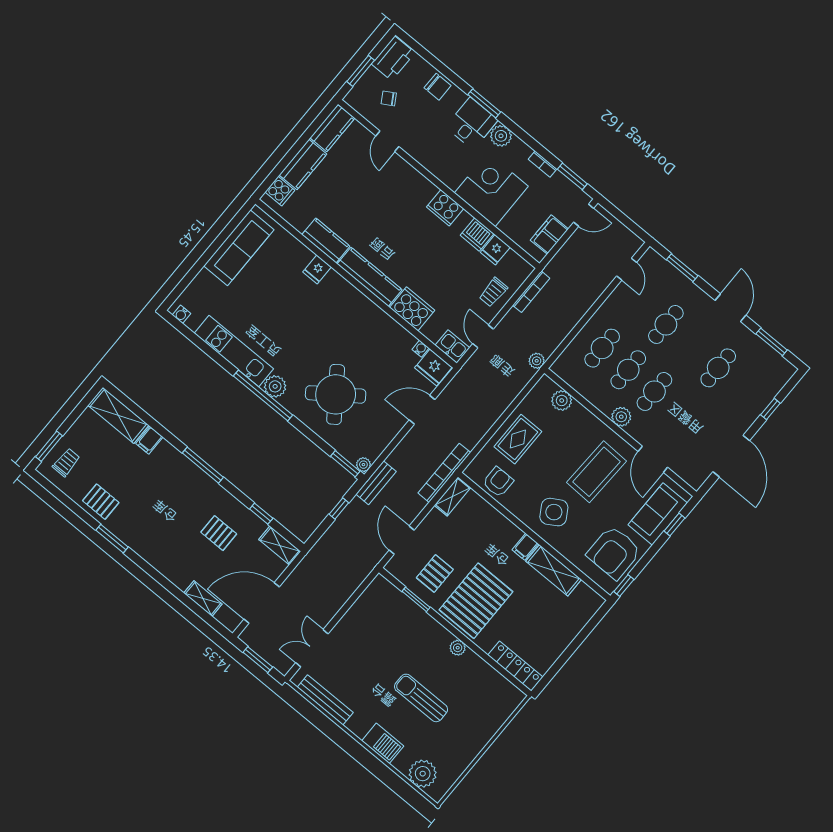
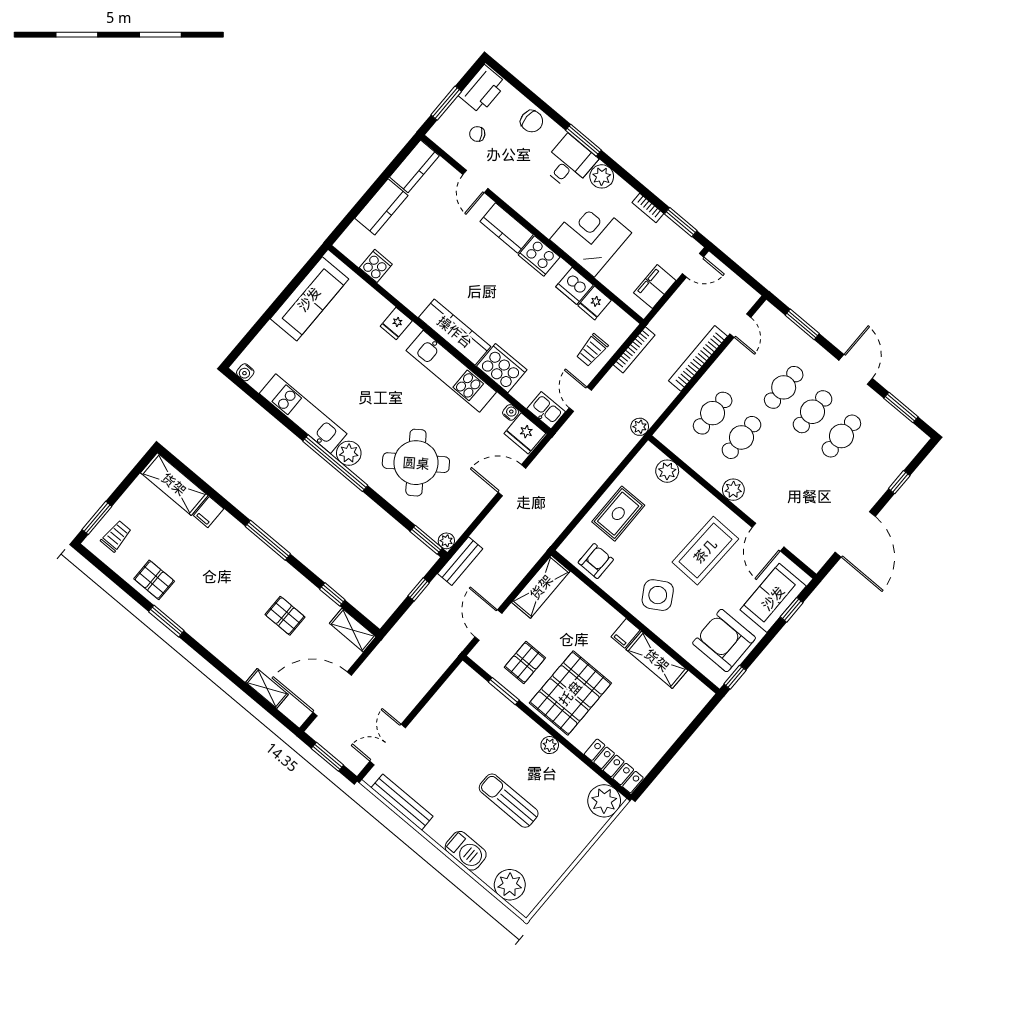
cooker: (280, 191) -> (376, 266), moved, turned -90
kitchen counter: (326, 240) -> (507, 228), moved, turned 180
kitchen unit: (367, 312) -> (451, 371), added
cafe table: (654, 391) -> (813, 412), moved
bookcase: (444, 473) -> (698, 358), moved
shelving: (452, 496) -> (541, 587), width x1.50, depth x1.33
armchair: (614, 553) -> (724, 640), turned 90
plant: (507, 698) -> (604, 801), added

